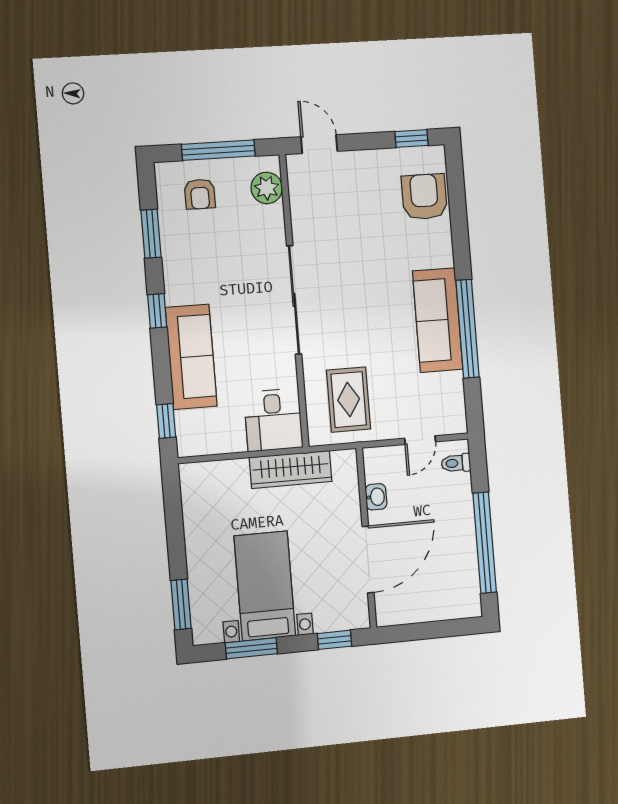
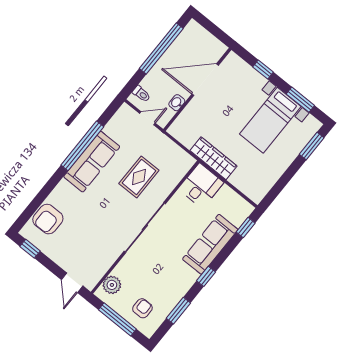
rug: (349, 400) -> (139, 177), moved
washbasin: (376, 497) -> (177, 103), moved
wall: (366, 538) -> (197, 89), moved
door: (368, 559) -> (205, 80), moved

